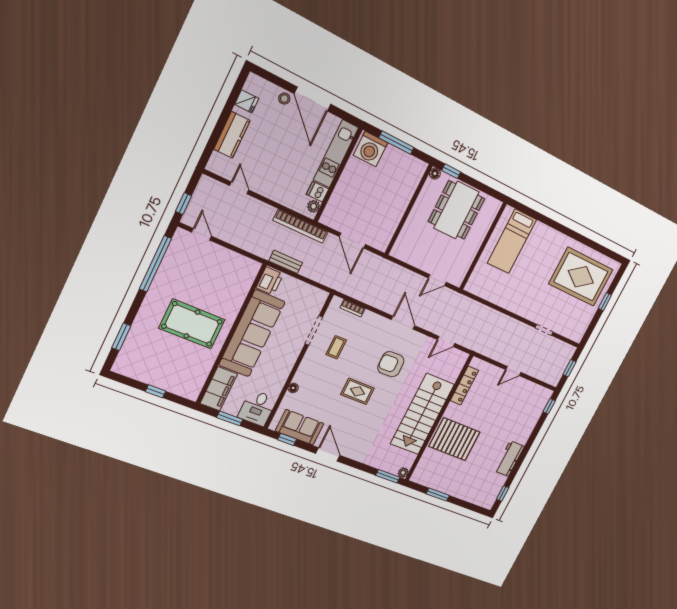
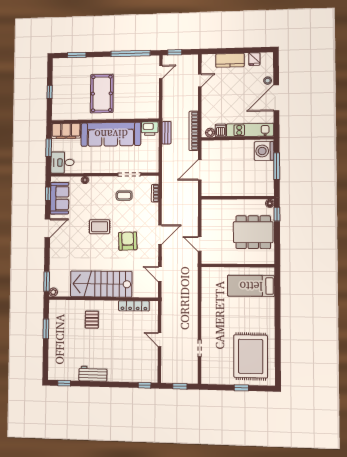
rug: (358, 391) -> (100, 227), turned 90
pallet: (454, 439) -> (92, 320), width x0.49, depth x0.50

